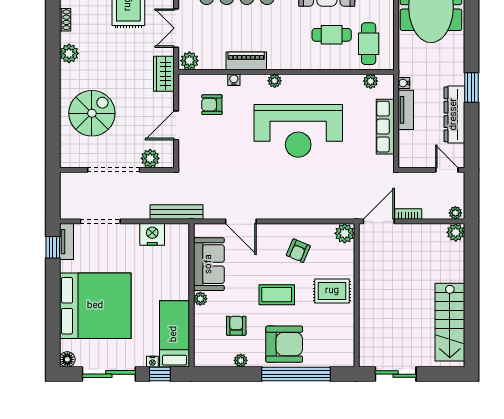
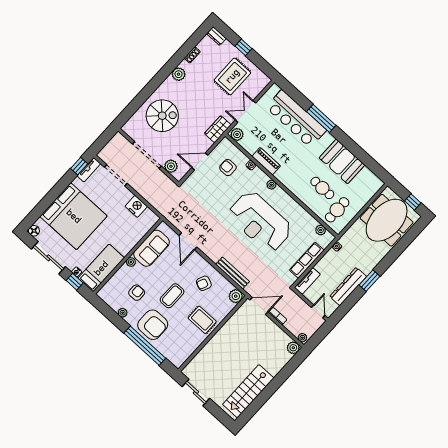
tv unit: (406, 110) -> (307, 281), moved
bench: (177, 212) -> (233, 273), moved
coffee table: (277, 295) -> (172, 296), turned 90

